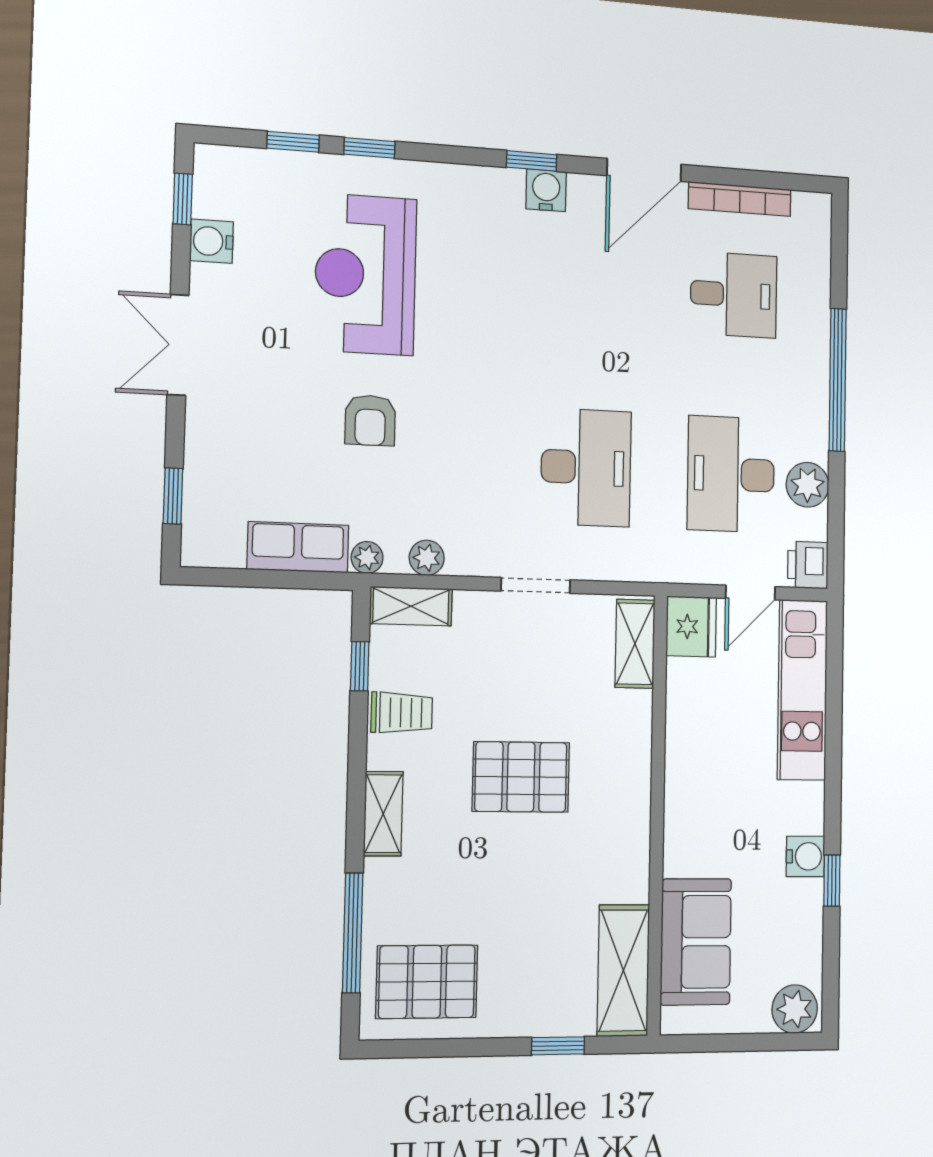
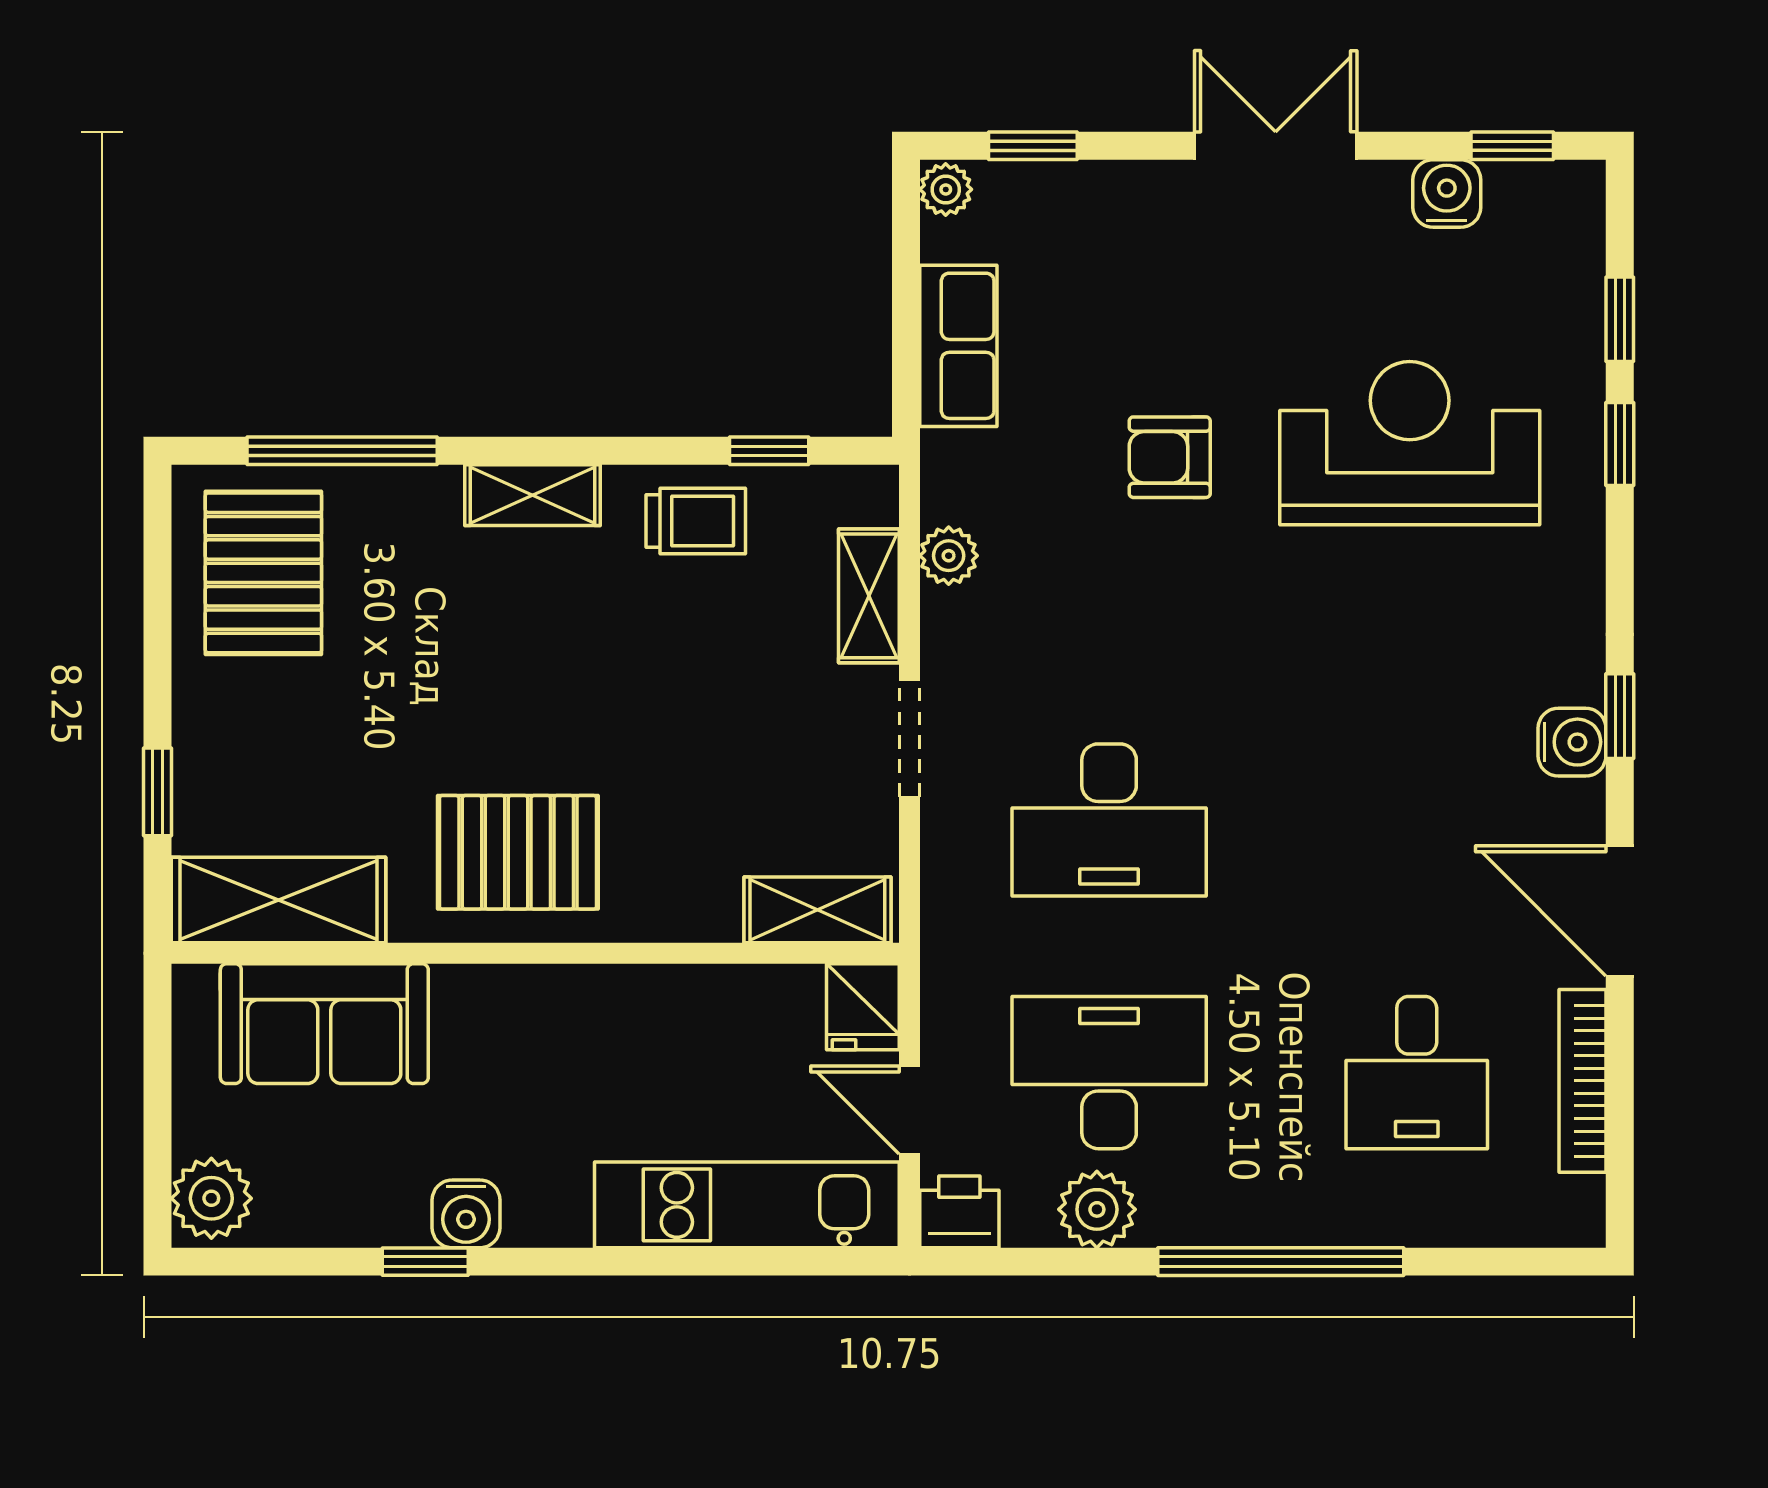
plant: (367, 557) -> (946, 189), moved
shelving: (411, 606) -> (869, 596), moved
fridge: (691, 627) -> (863, 1007), width x0.72
trolley: (402, 713) -> (696, 521), turned -90
pallet: (521, 777) -> (518, 852), moved, turned 90

